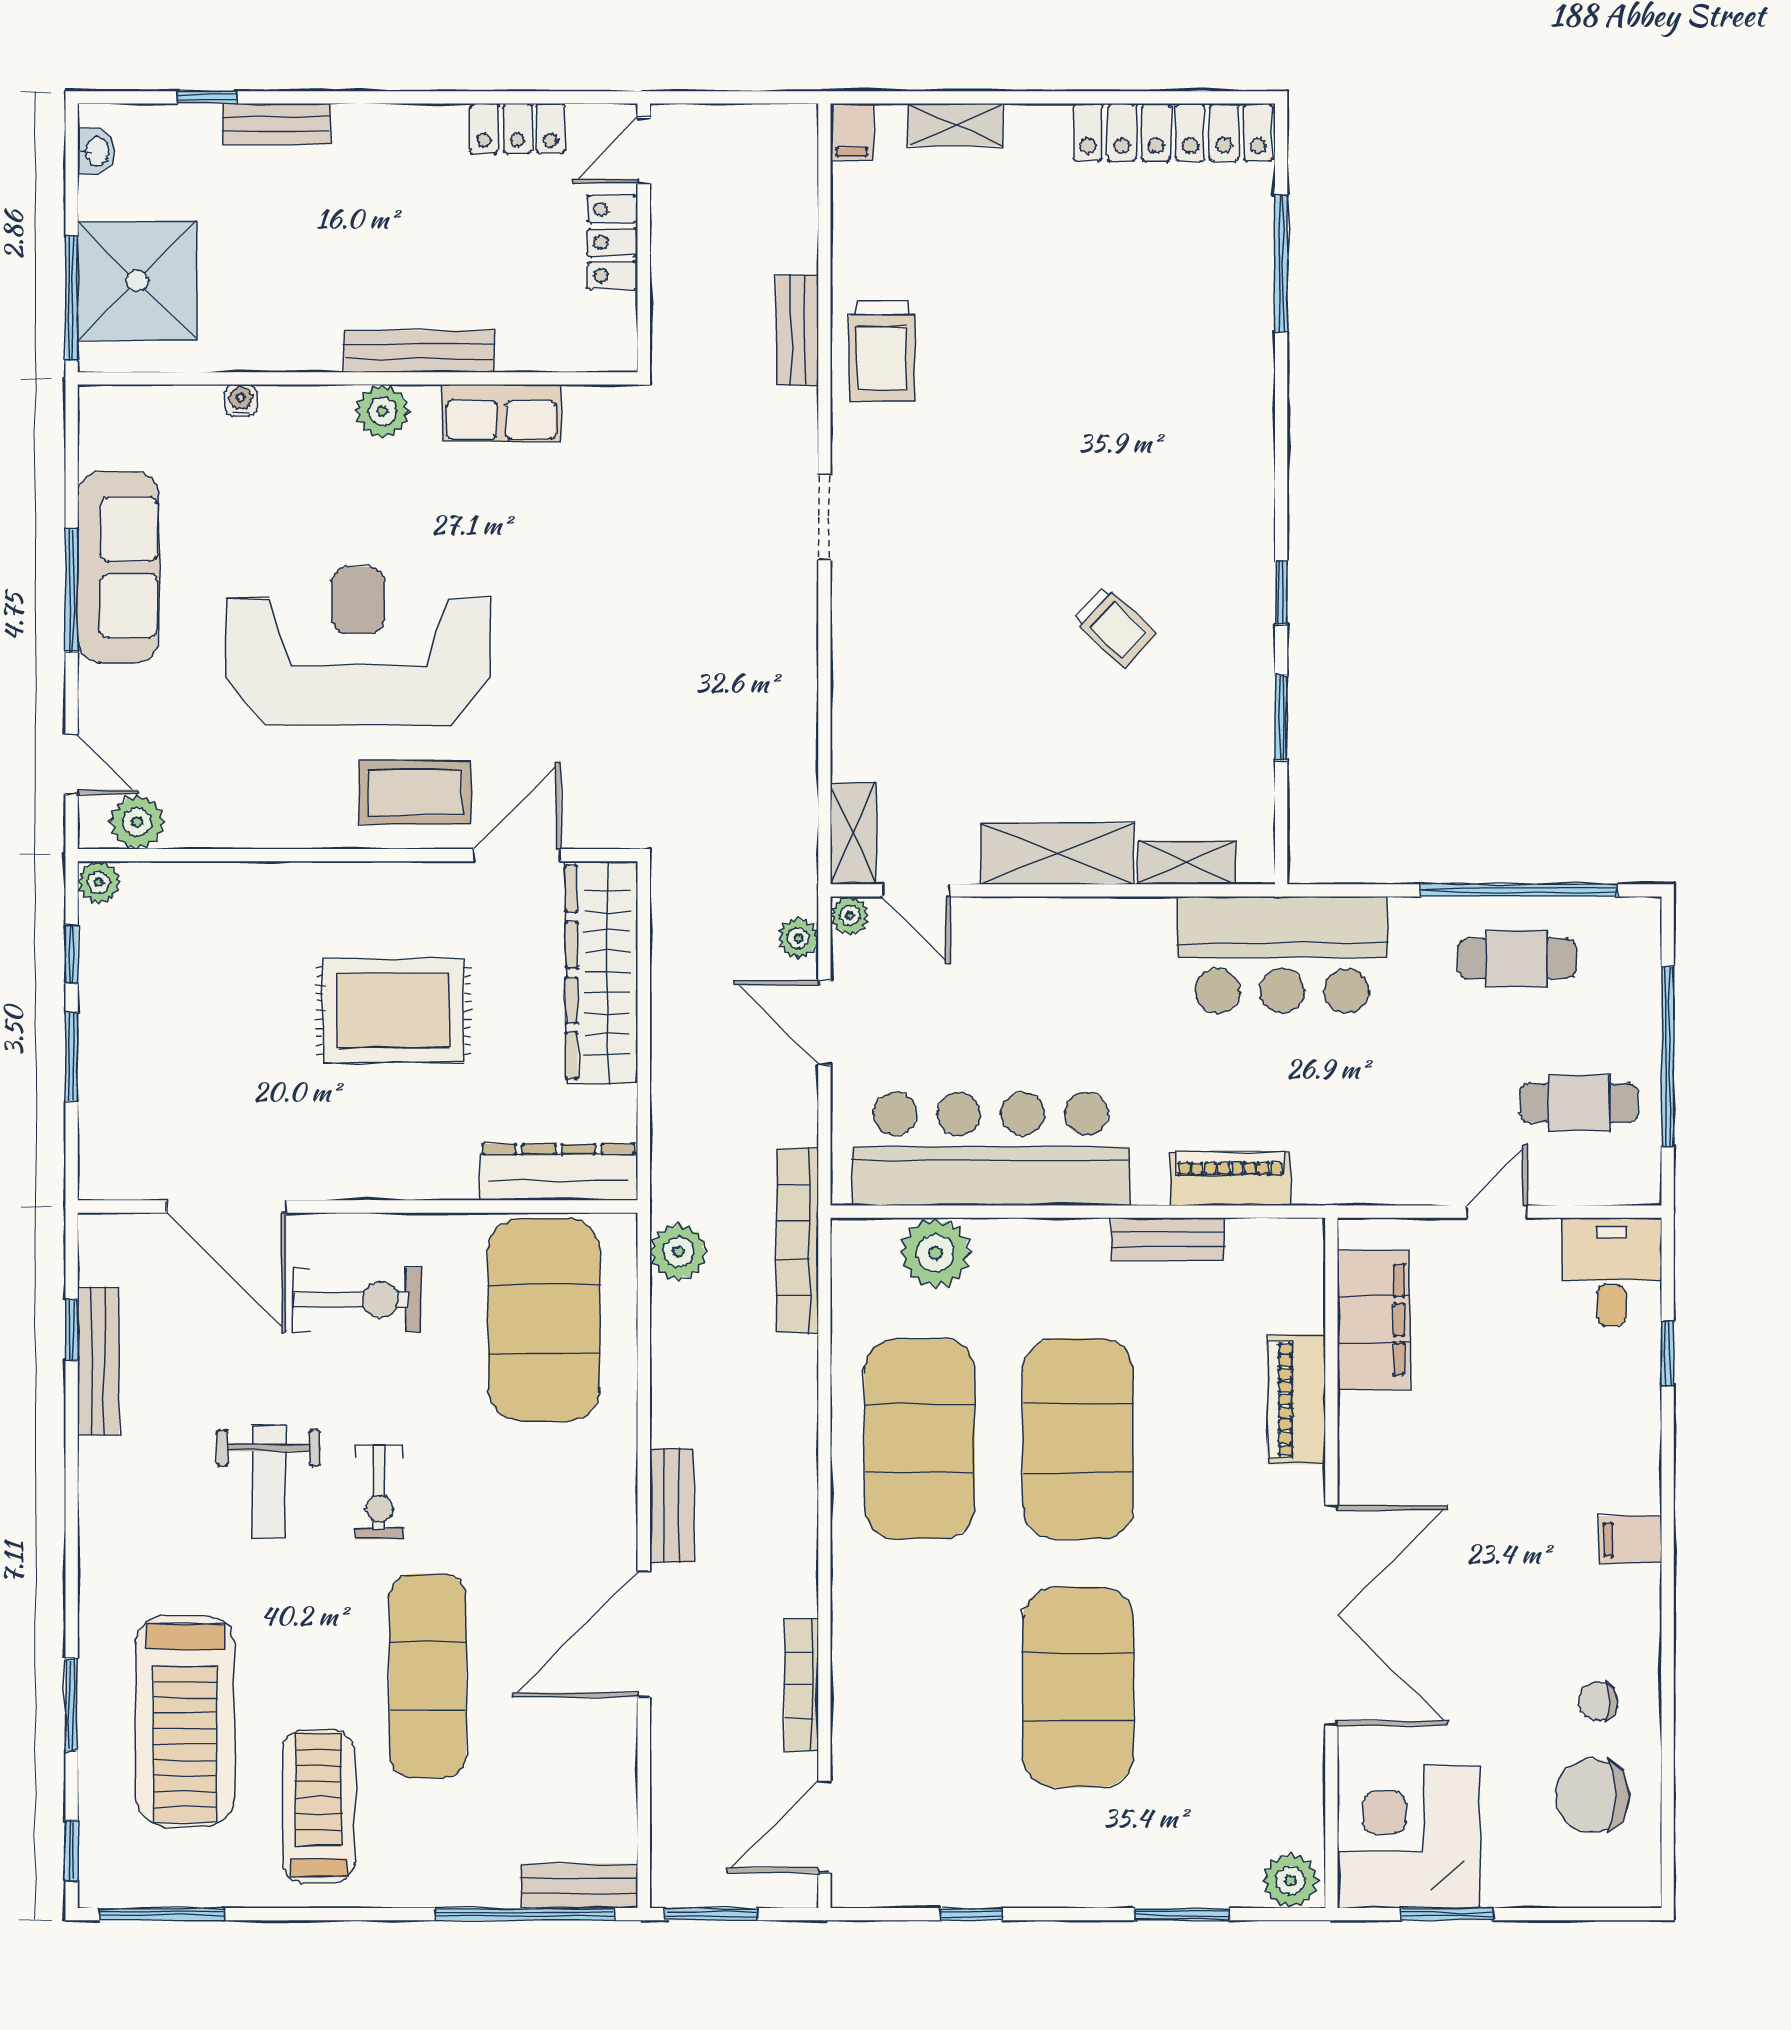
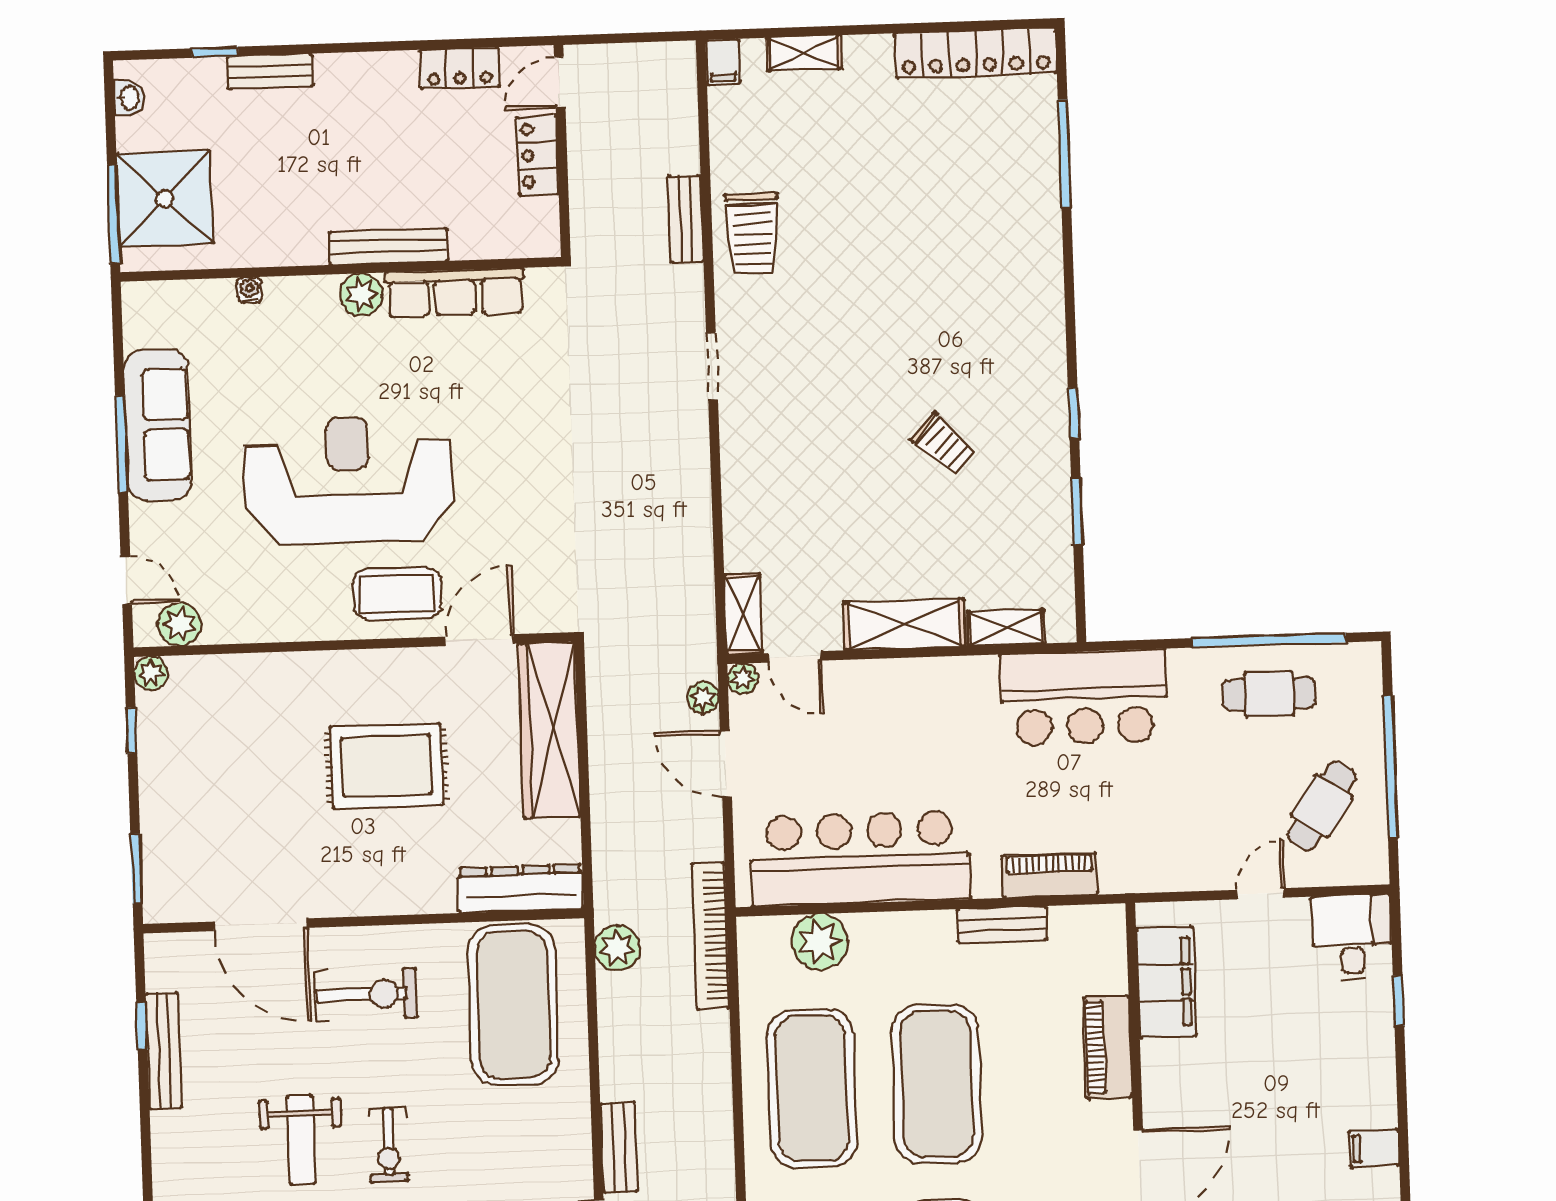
row of seats: (501, 413) -> (455, 293), width x1.48
window: (72, 1057) -> (136, 869), moved
cafe table: (1579, 1103) -> (1322, 806), turned -57

